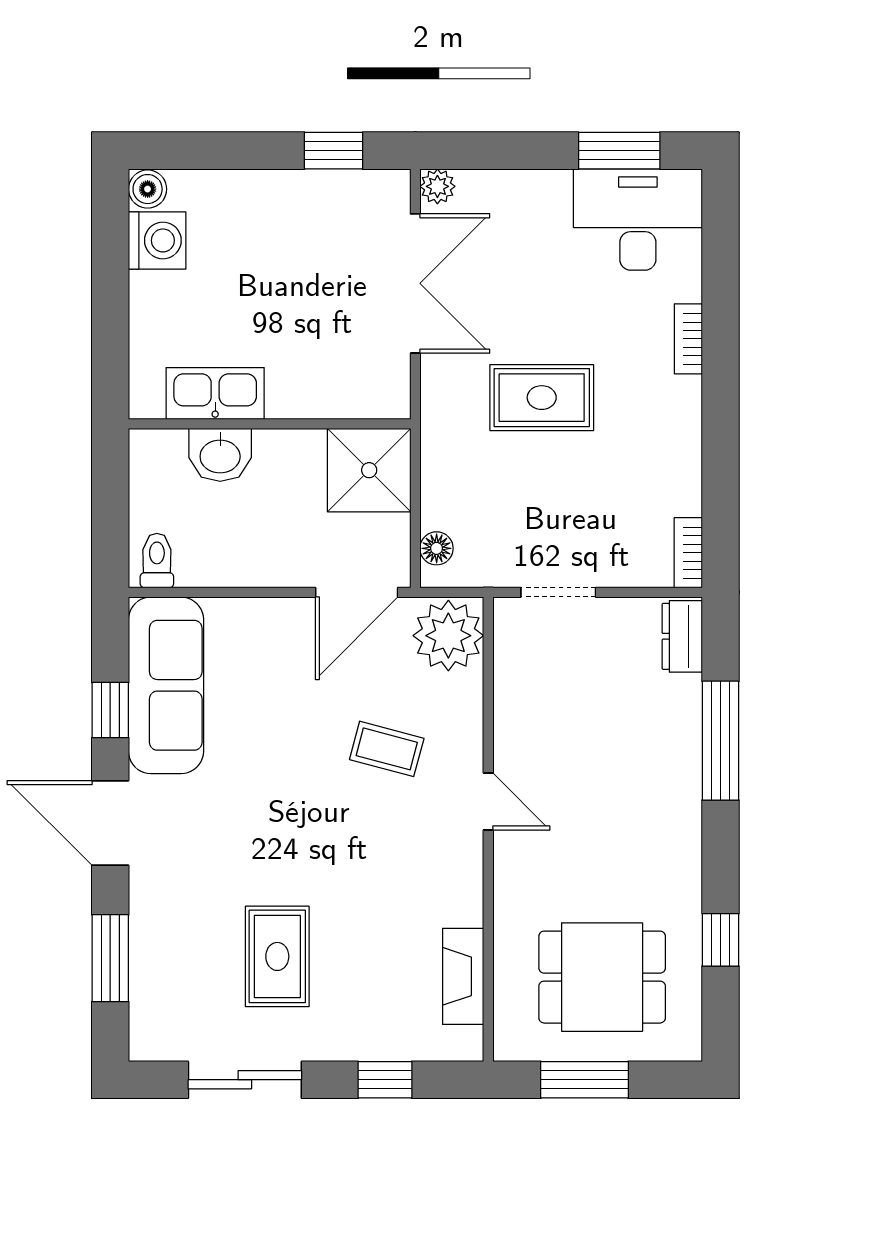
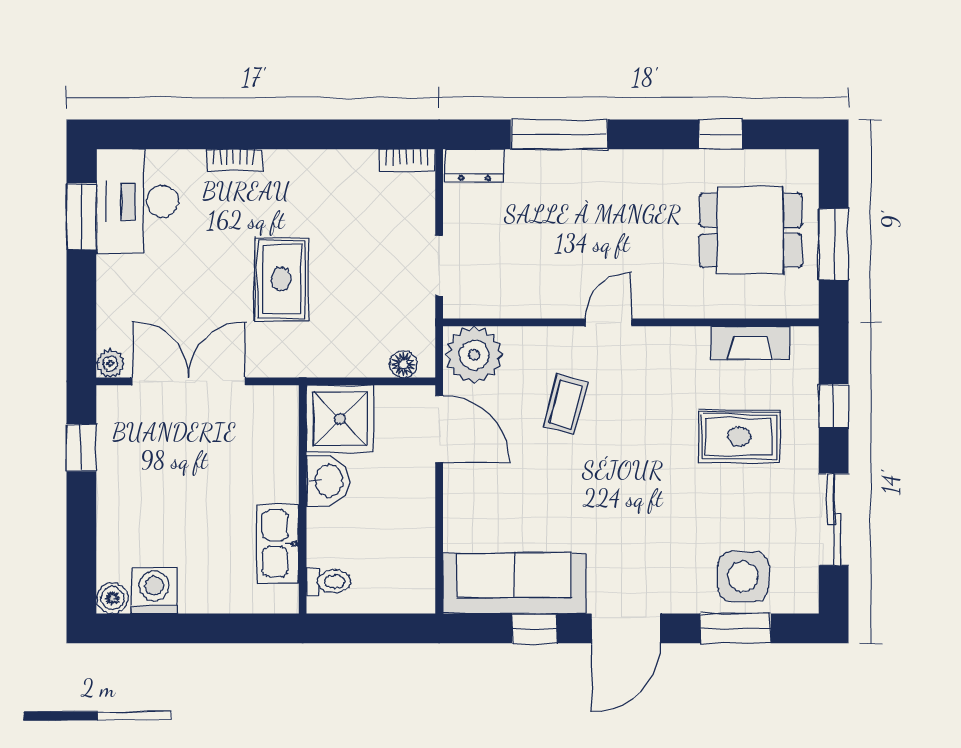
washbasin: (220, 455) -> (328, 481), moved
toilet: (157, 561) -> (328, 581), moved, turned 180
rug: (277, 956) -> (739, 437), moved
side table: (174, 968) -> (743, 577), added
dining table: (602, 977) -> (751, 230), turned 90

